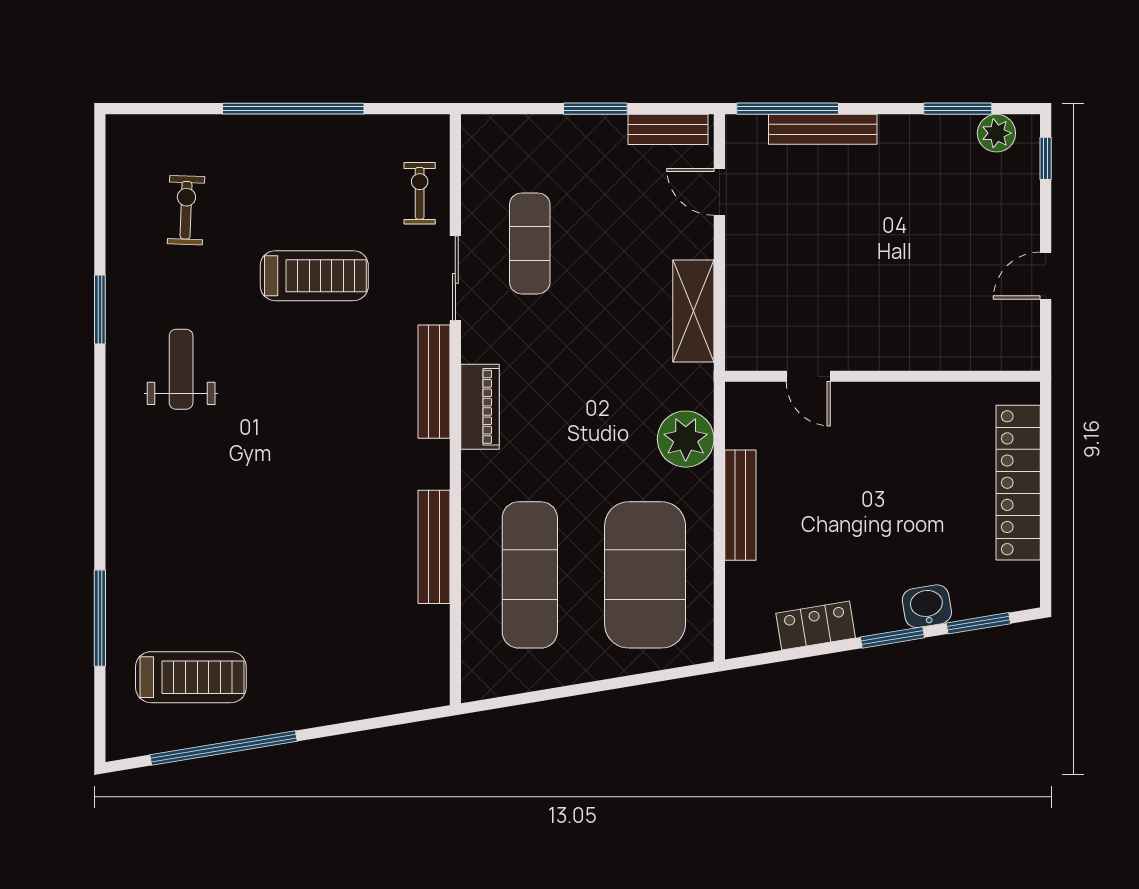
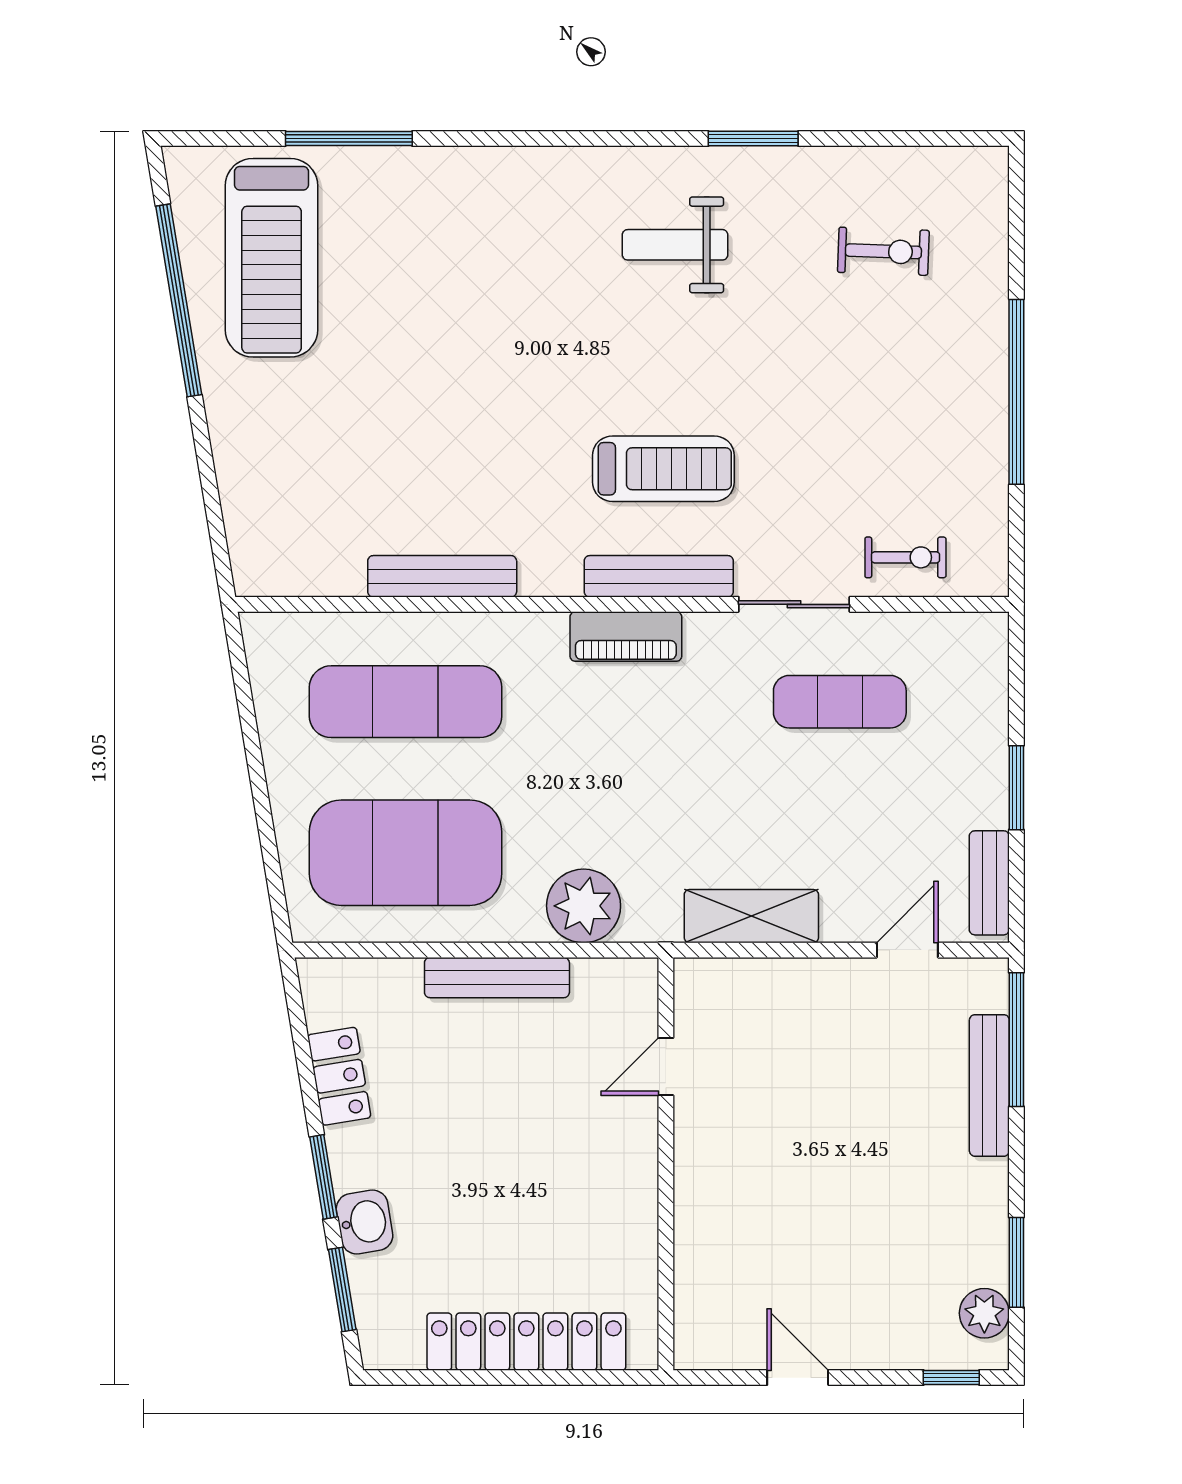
treadmill: (314, 276) -> (663, 469), moved, turned -90
weight bench: (181, 369) -> (675, 245), turned 180
treadmill: (191, 677) -> (272, 258), width x1.37, depth x1.38

